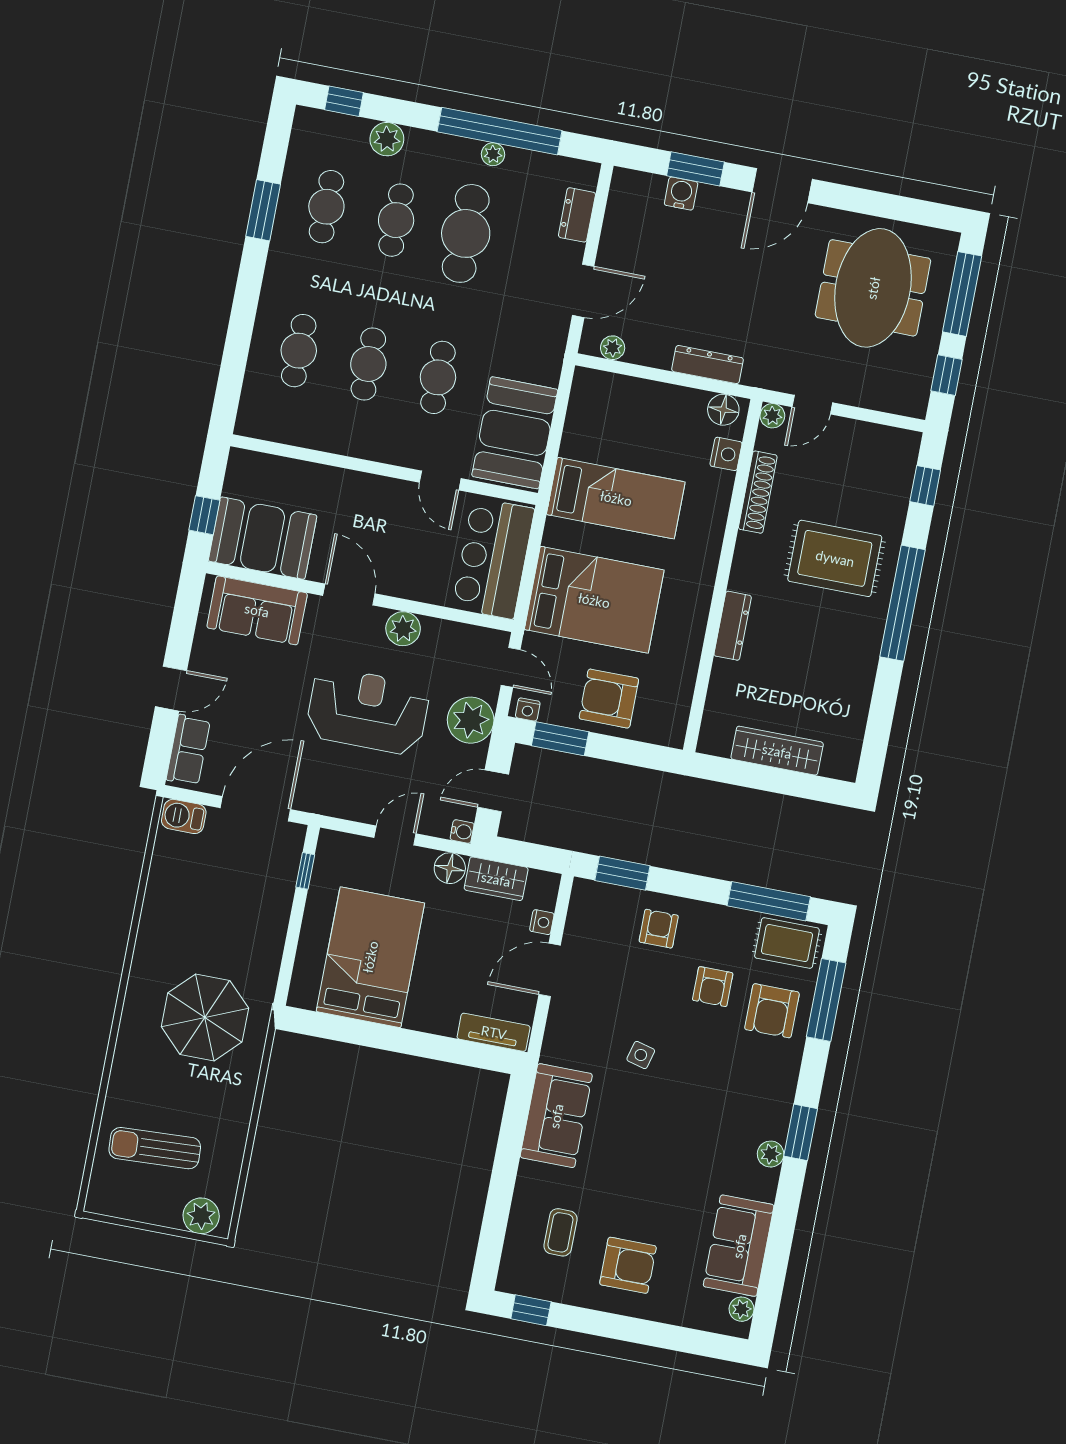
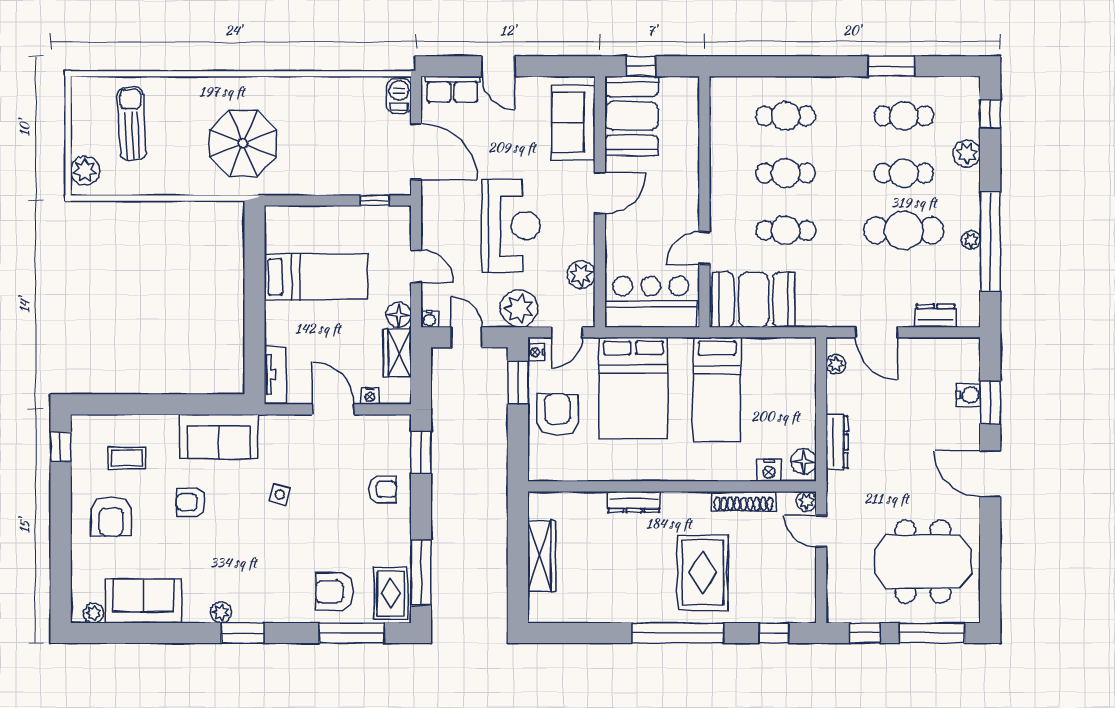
plant: (403, 629) -> (581, 275), moved
bed: (370, 957) -> (316, 277), width x0.67
armchair: (713, 987) -> (191, 502), moved

